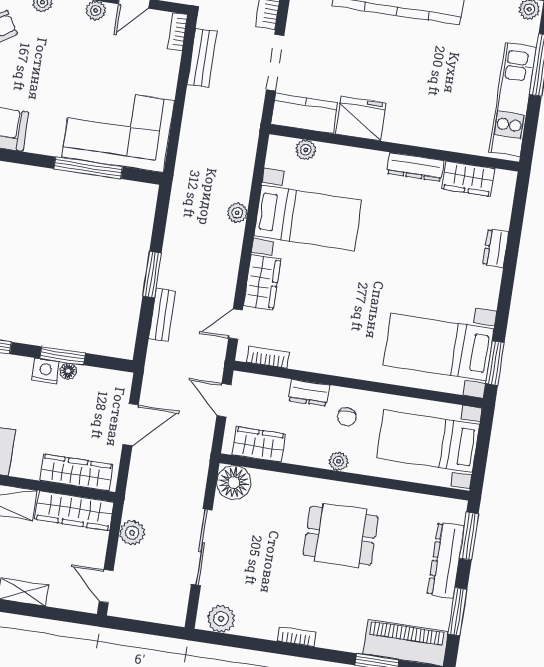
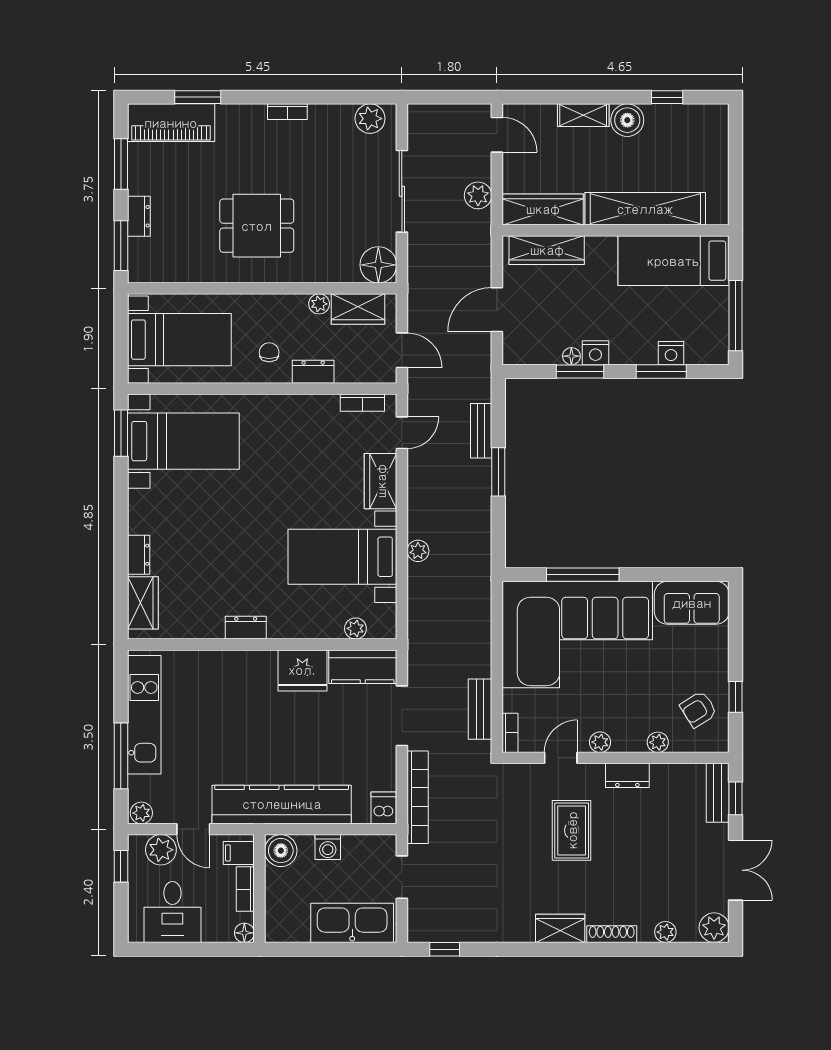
corner sofa: (118, 129) -> (577, 635), width x1.36, depth x1.36
dresser: (415, 167) -> (246, 628), width x0.70
wardrobe: (468, 179) -> (143, 603), moved, turned 90
plant: (339, 461) -> (319, 304), moved
dresser: (446, 560) -> (139, 216), width x0.51, depth x0.80

